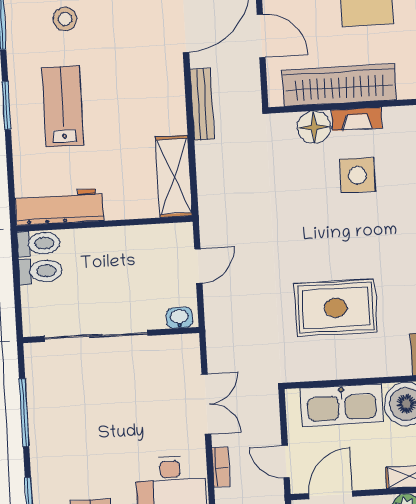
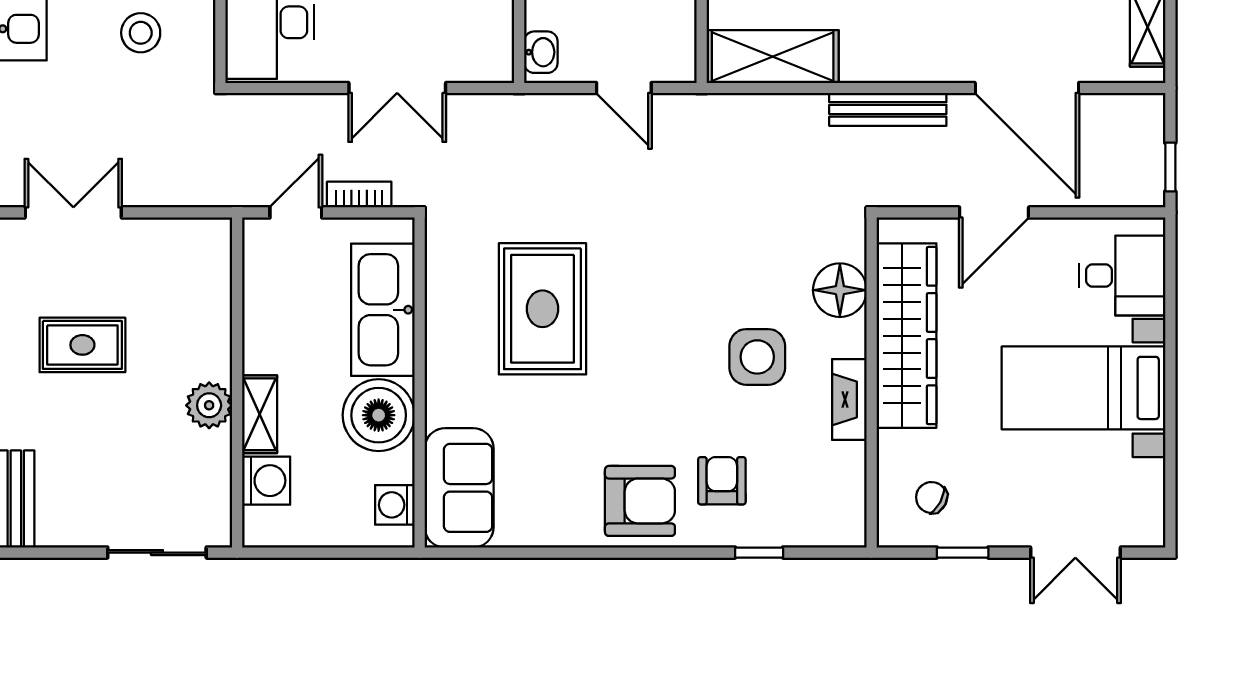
fireplace: (357, 119) -> (849, 399), moved
bookcase: (221, 467) -> (359, 195), moved, turned 180
door: (331, 495) -> (237, 283), removed

